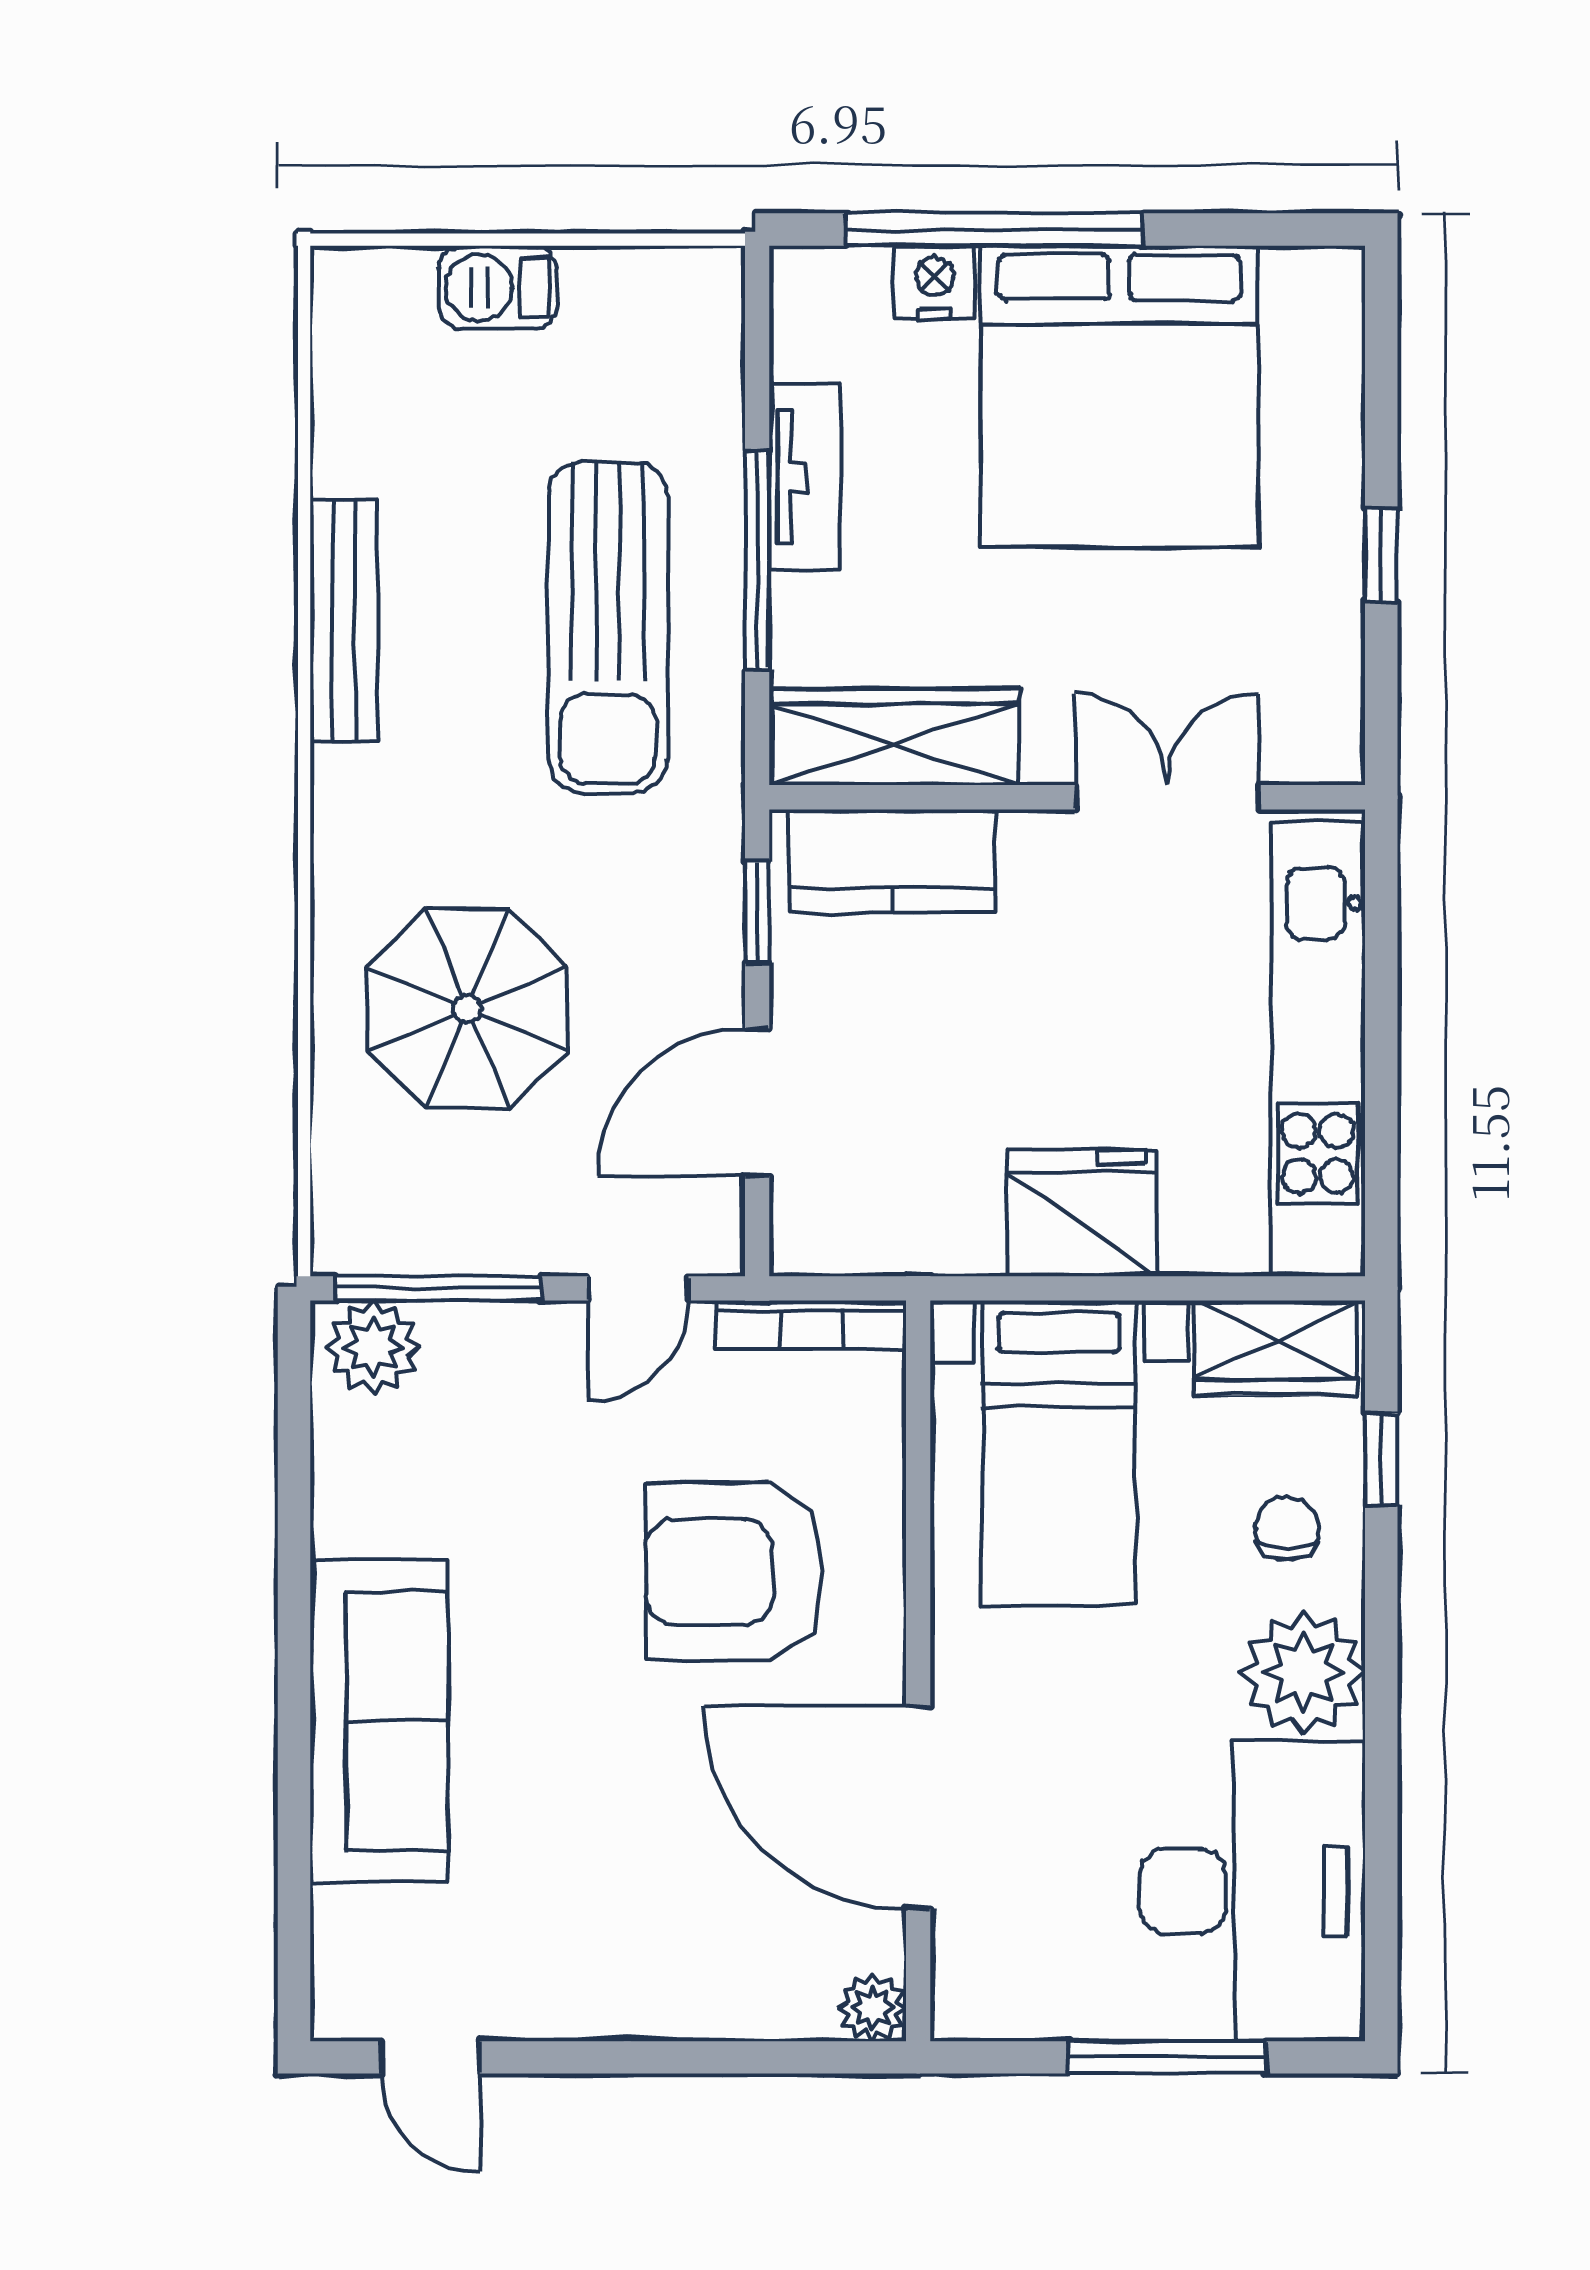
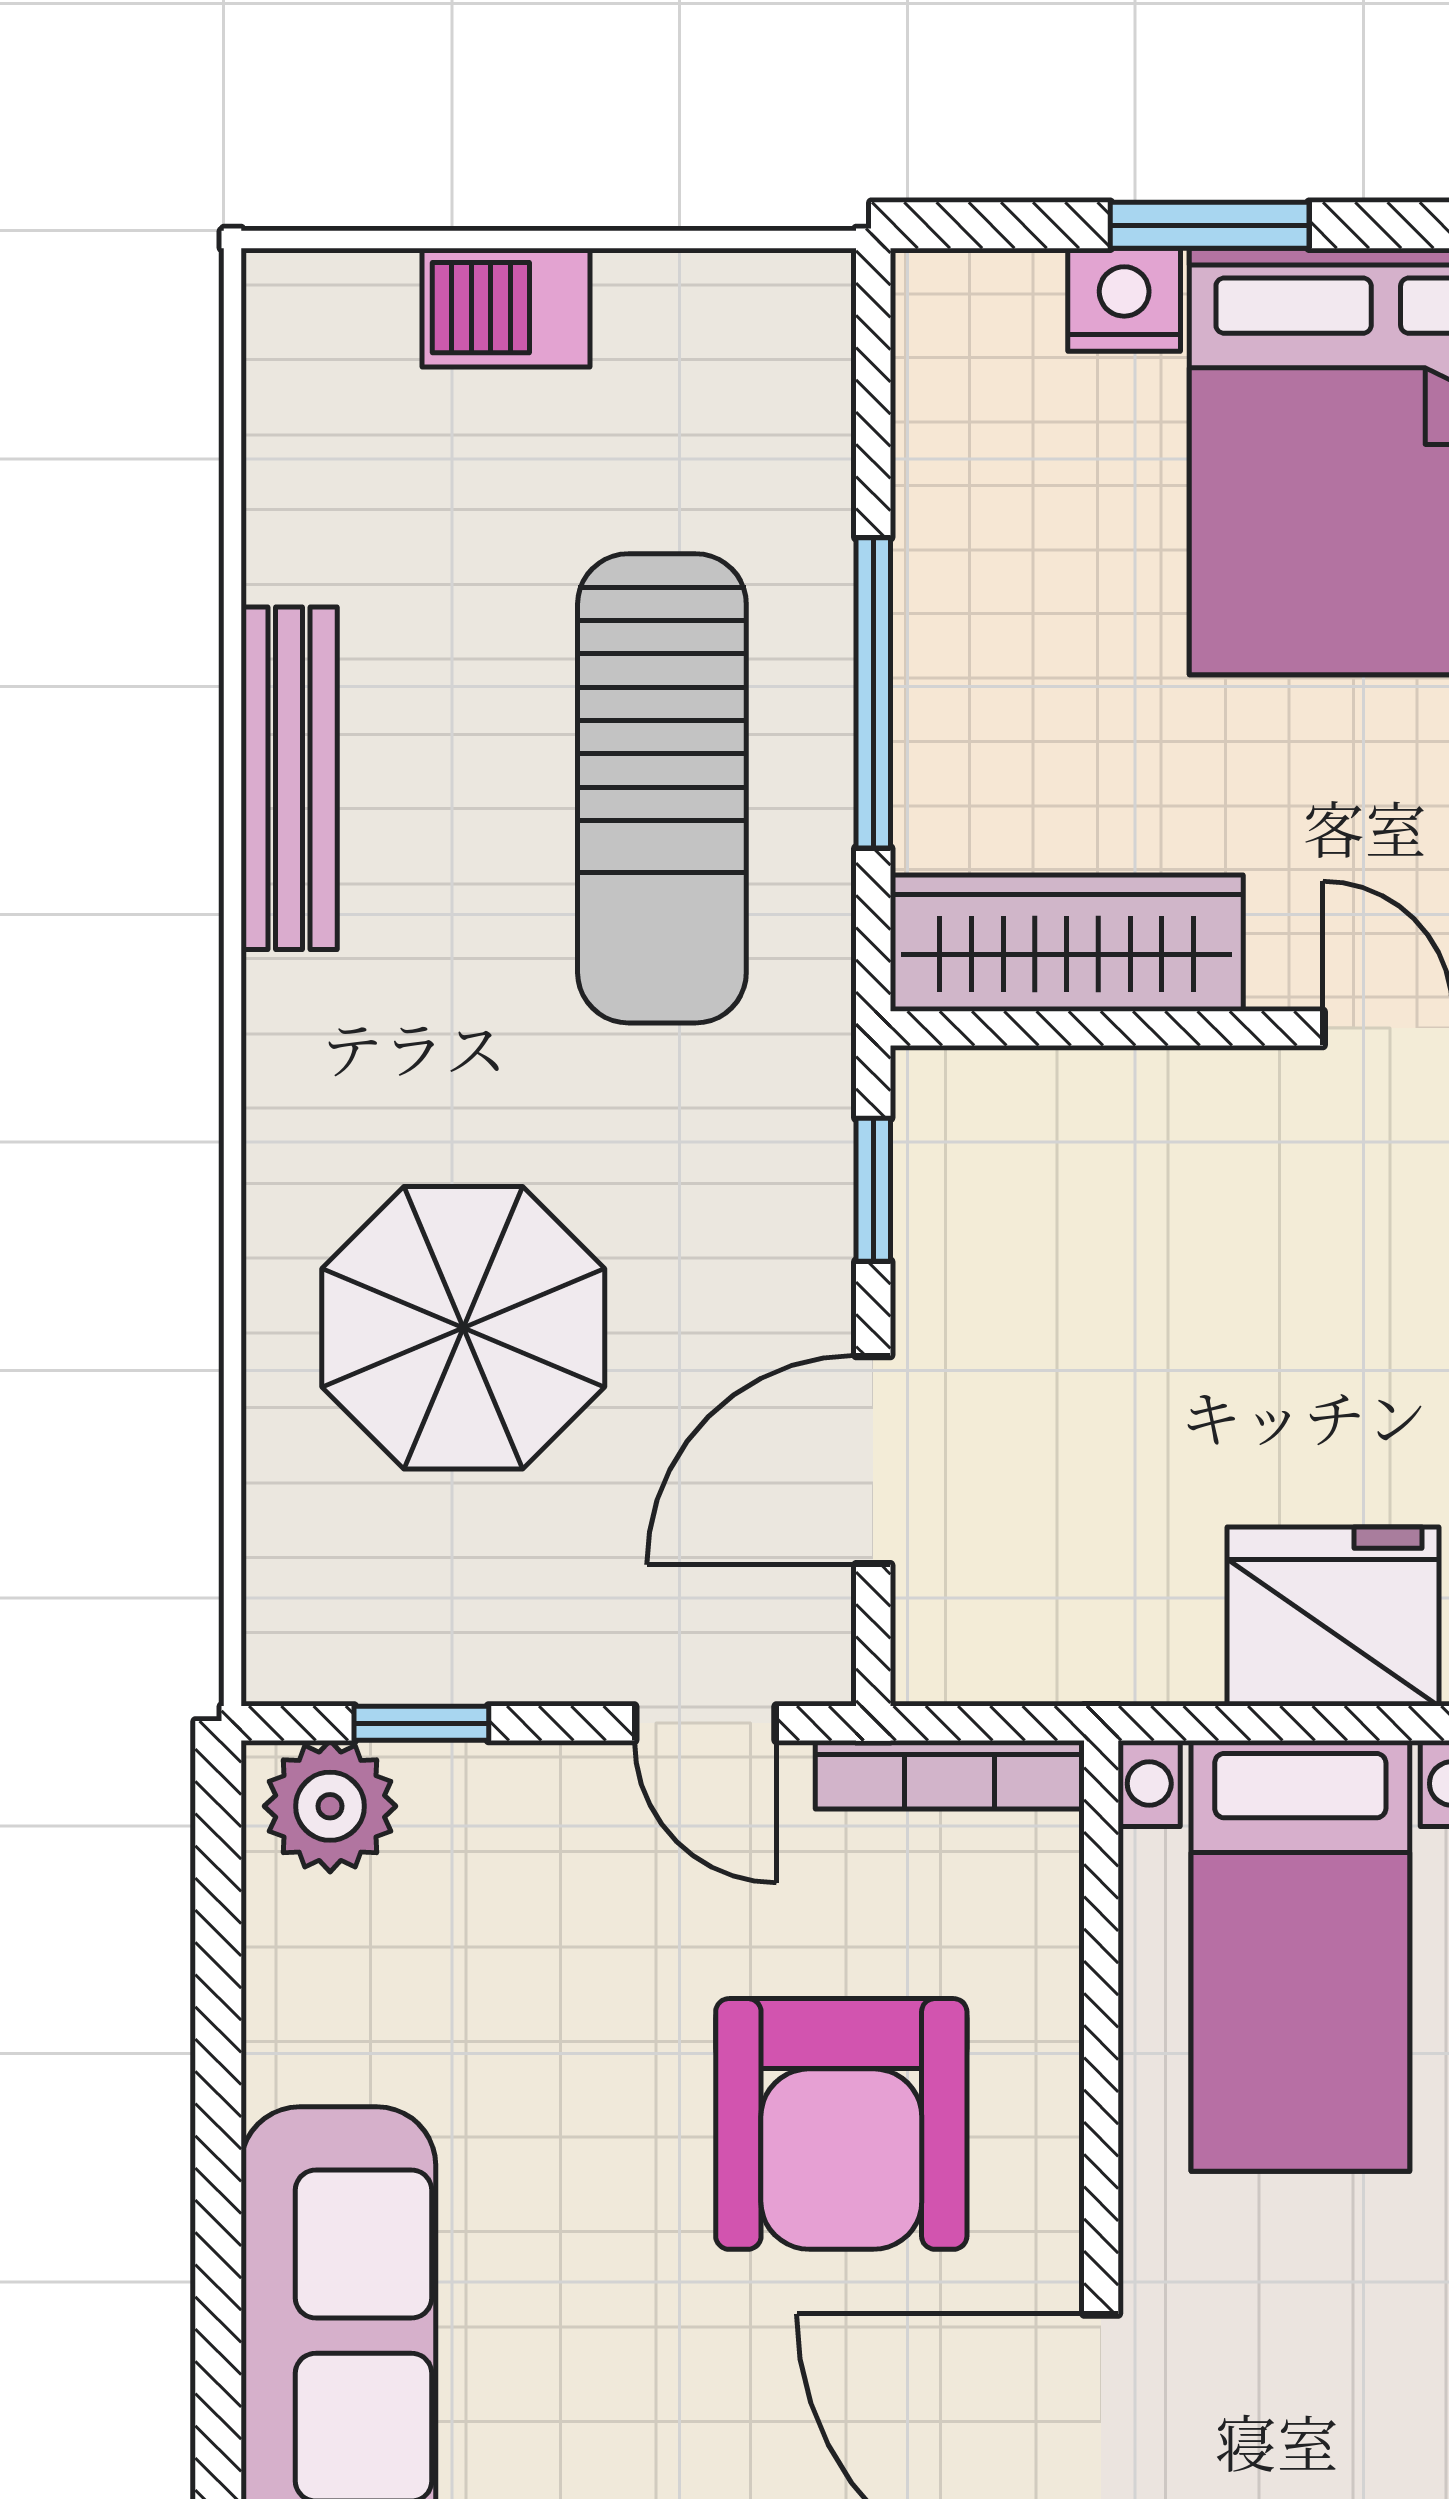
window: (995, 230) -> (1210, 225), width x0.47
tv unit: (805, 477) -> (941, 575), removed
kitchen counter: (892, 861) -> (1064, 1119), removed
window: (438, 1288) -> (421, 1723), width x0.46
door: (638, 1288) -> (705, 1723), hinge flipped
armchair: (734, 1572) -> (841, 2124), turned -90

